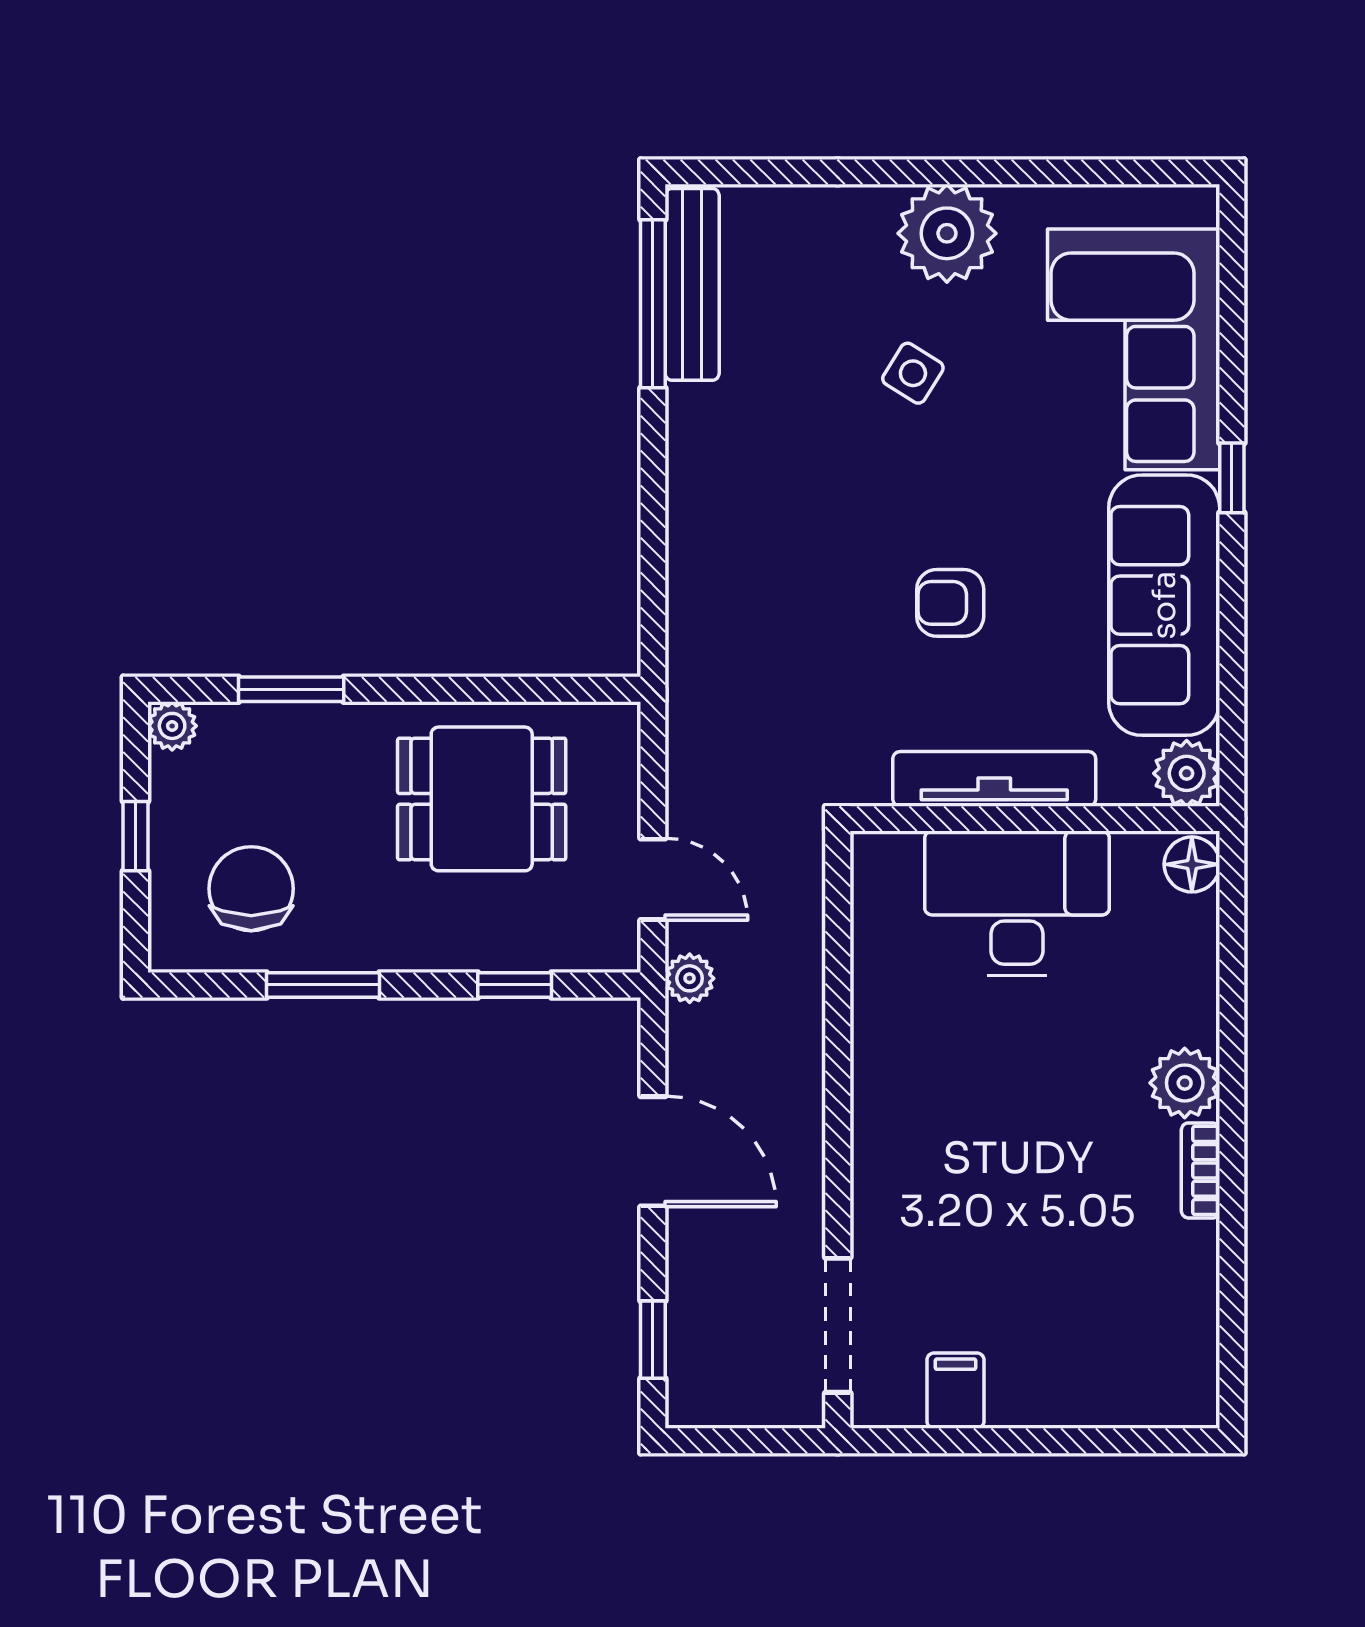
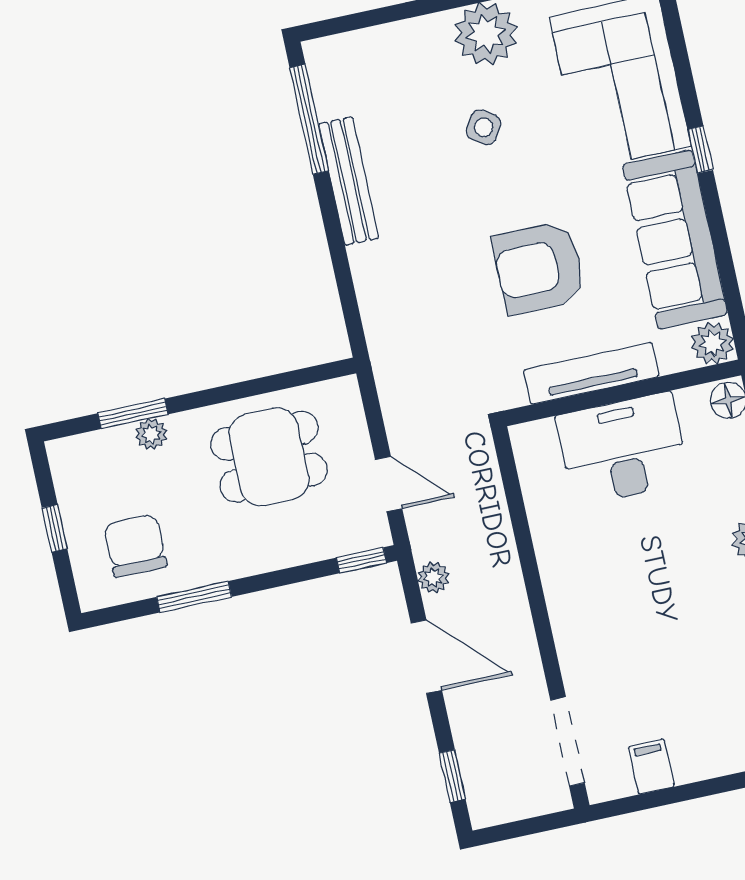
bench: (692, 284) -> (349, 181), moved
armchair: (950, 603) -> (539, 268), width x1.88, depth x1.88
plant: (172, 726) -> (151, 434), moved
plant: (690, 978) -> (433, 578), moved
window: (515, 985) -> (361, 560), moved

